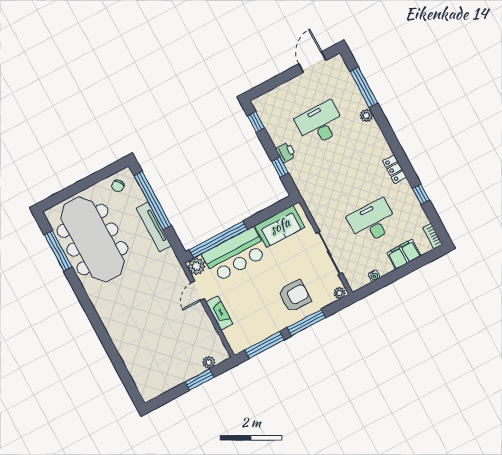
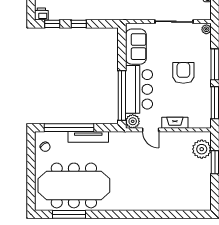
printer: (286, 152) -> (41, 14), moved
window: (280, 167) -> (79, 24), moved
armchair: (295, 296) -> (183, 73), moved
plant: (209, 362) -> (202, 149), width x1.87, depth x1.87

